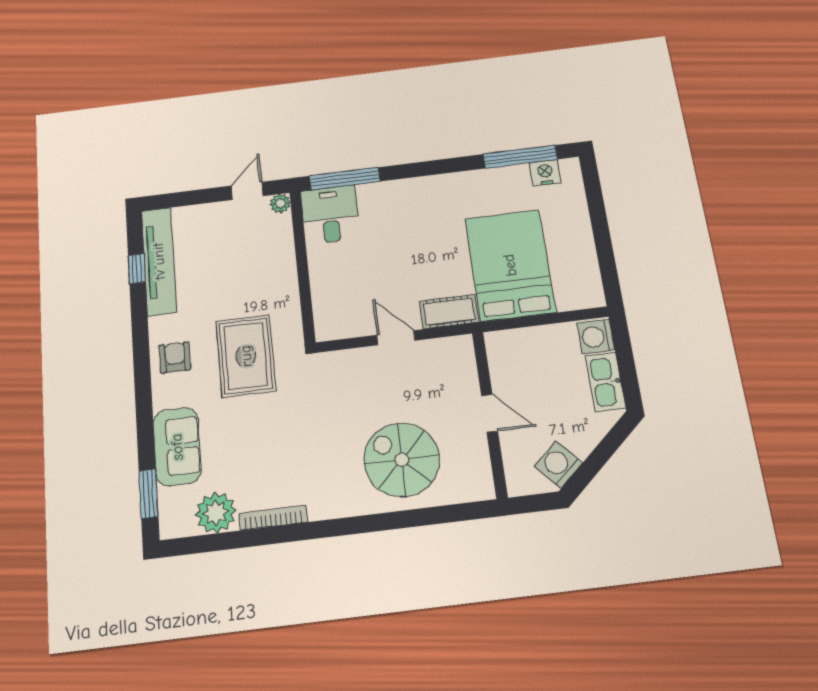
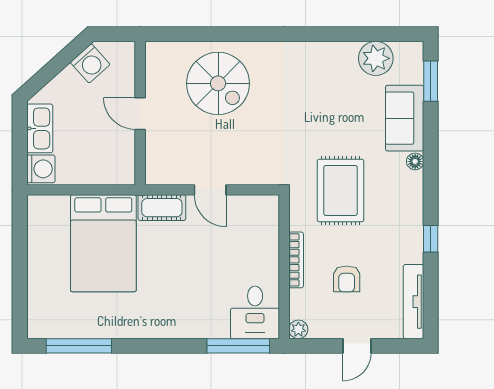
nightstand: (545, 173) -> (59, 327), removed
door: (247, 191) -> (357, 346), moved
tv unit: (159, 261) -> (413, 302), width x0.73, depth x0.78
window: (137, 269) -> (431, 239), moved
armchair: (175, 357) -> (347, 279), moved
floor lamp: (162, 399) -> (415, 161), added
bookcase: (273, 518) -> (296, 260), moved, turned -90

